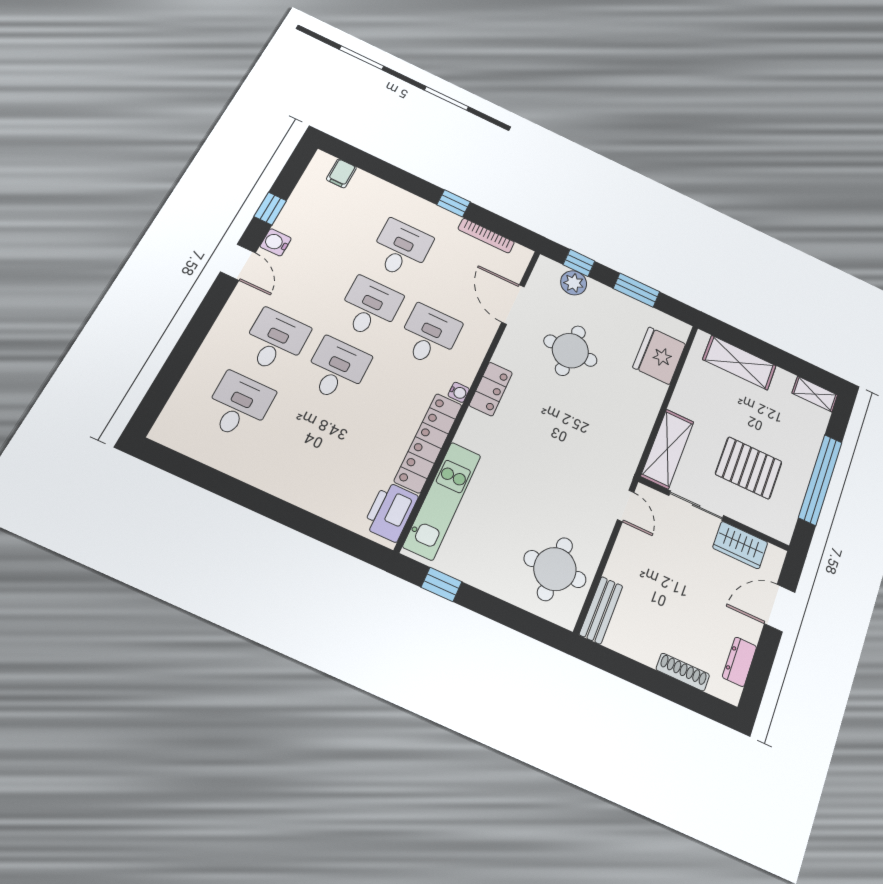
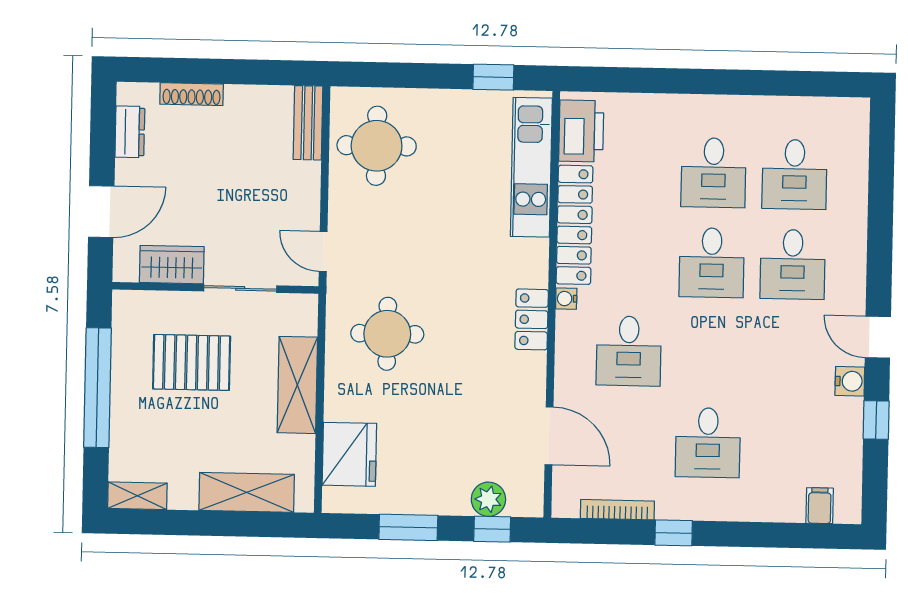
desk: (370, 308) -> (714, 173), moved
round table: (570, 351) -> (387, 334), moved
shelving: (667, 449) -> (297, 385), moved

